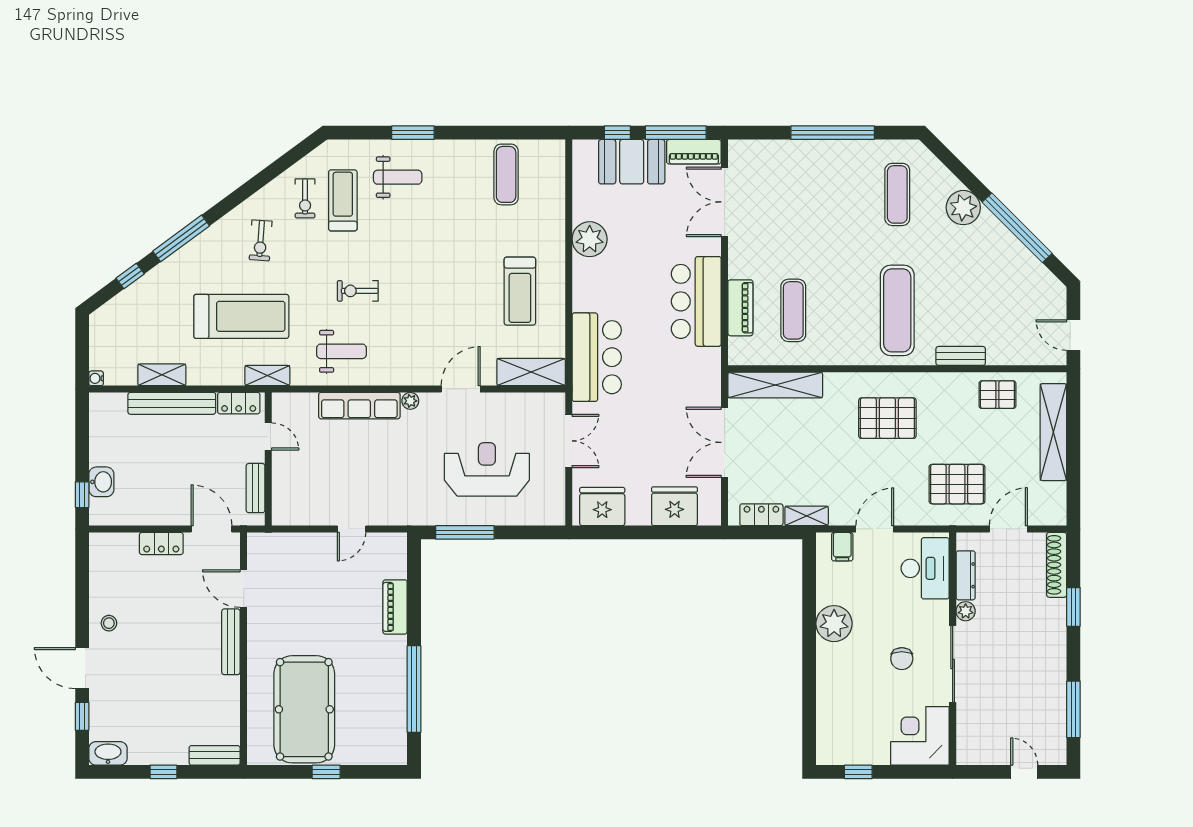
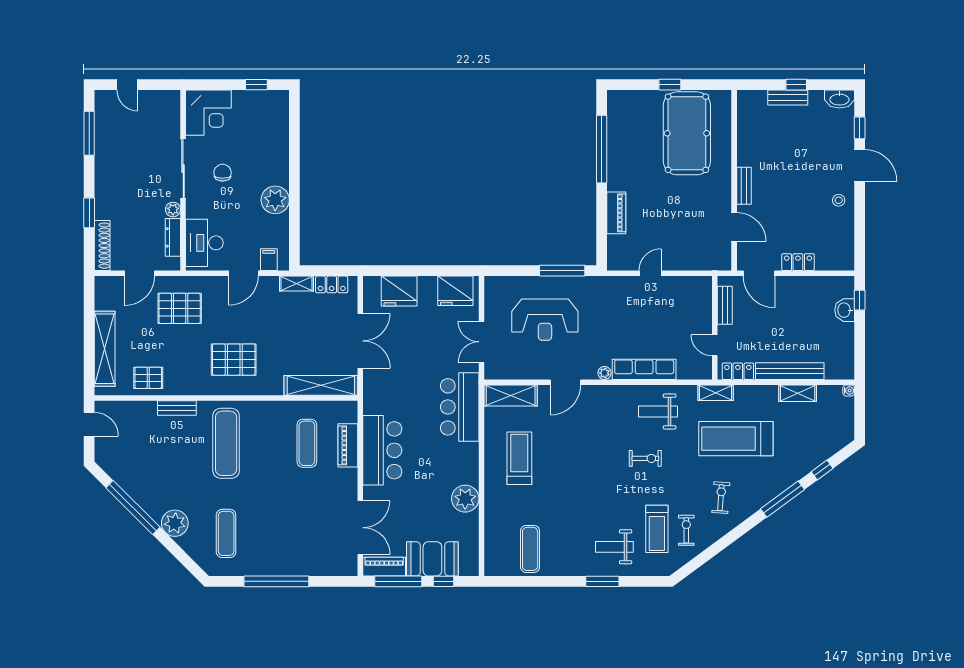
bench: (231, 642) -> (744, 186), width x0.73
bench: (215, 755) -> (788, 98), moved

